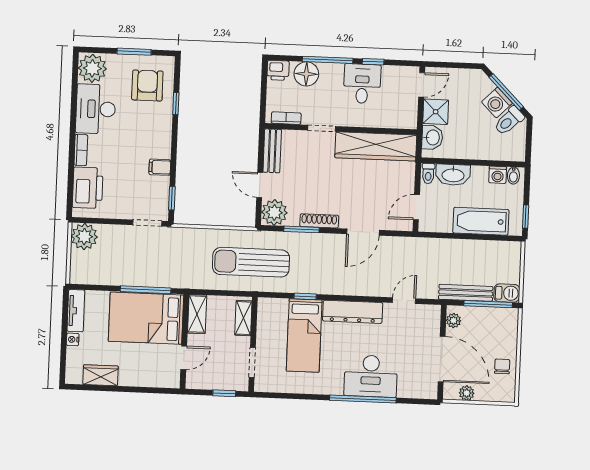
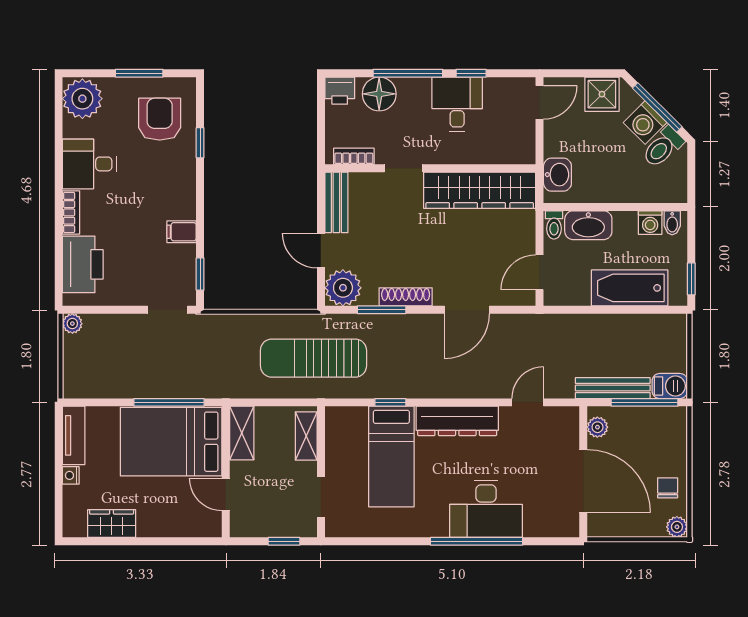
desk: (96, 109) -> (89, 164), width x0.73
shower: (436, 112) -> (602, 94), moved
plant: (84, 237) -> (72, 324), width x0.53, depth x0.53
door: (184, 358) -> (226, 494), swing flipped
plant: (467, 393) -> (677, 527), moved

